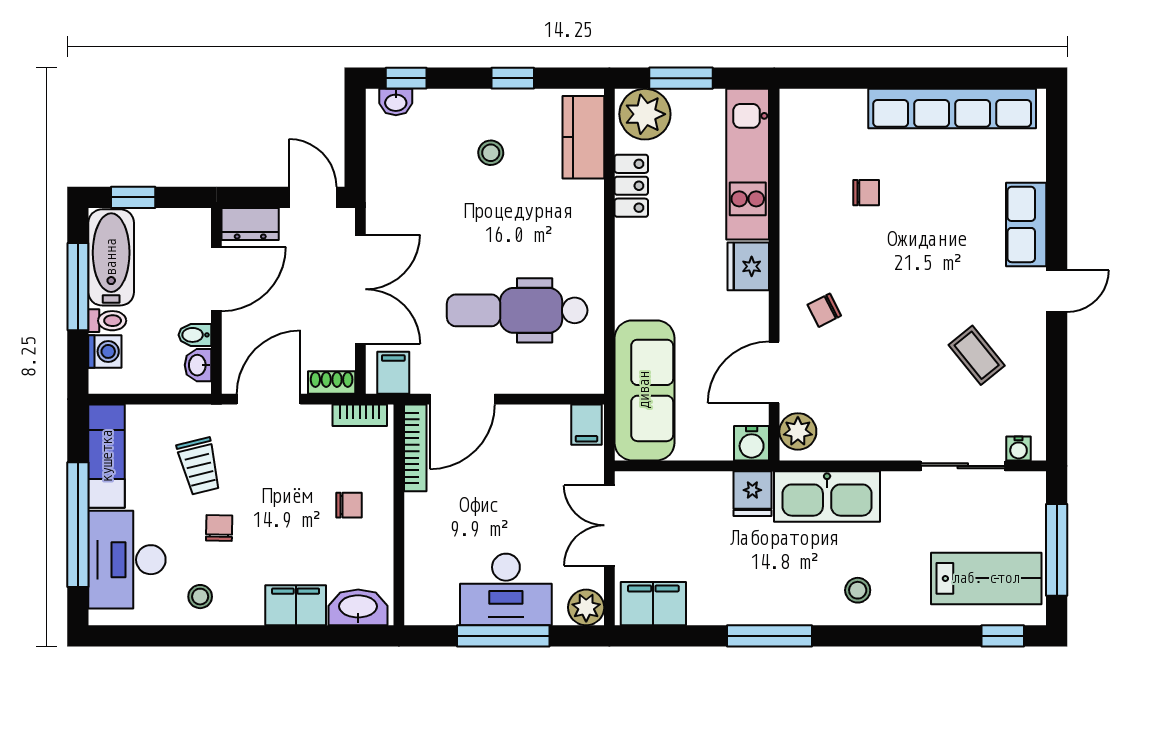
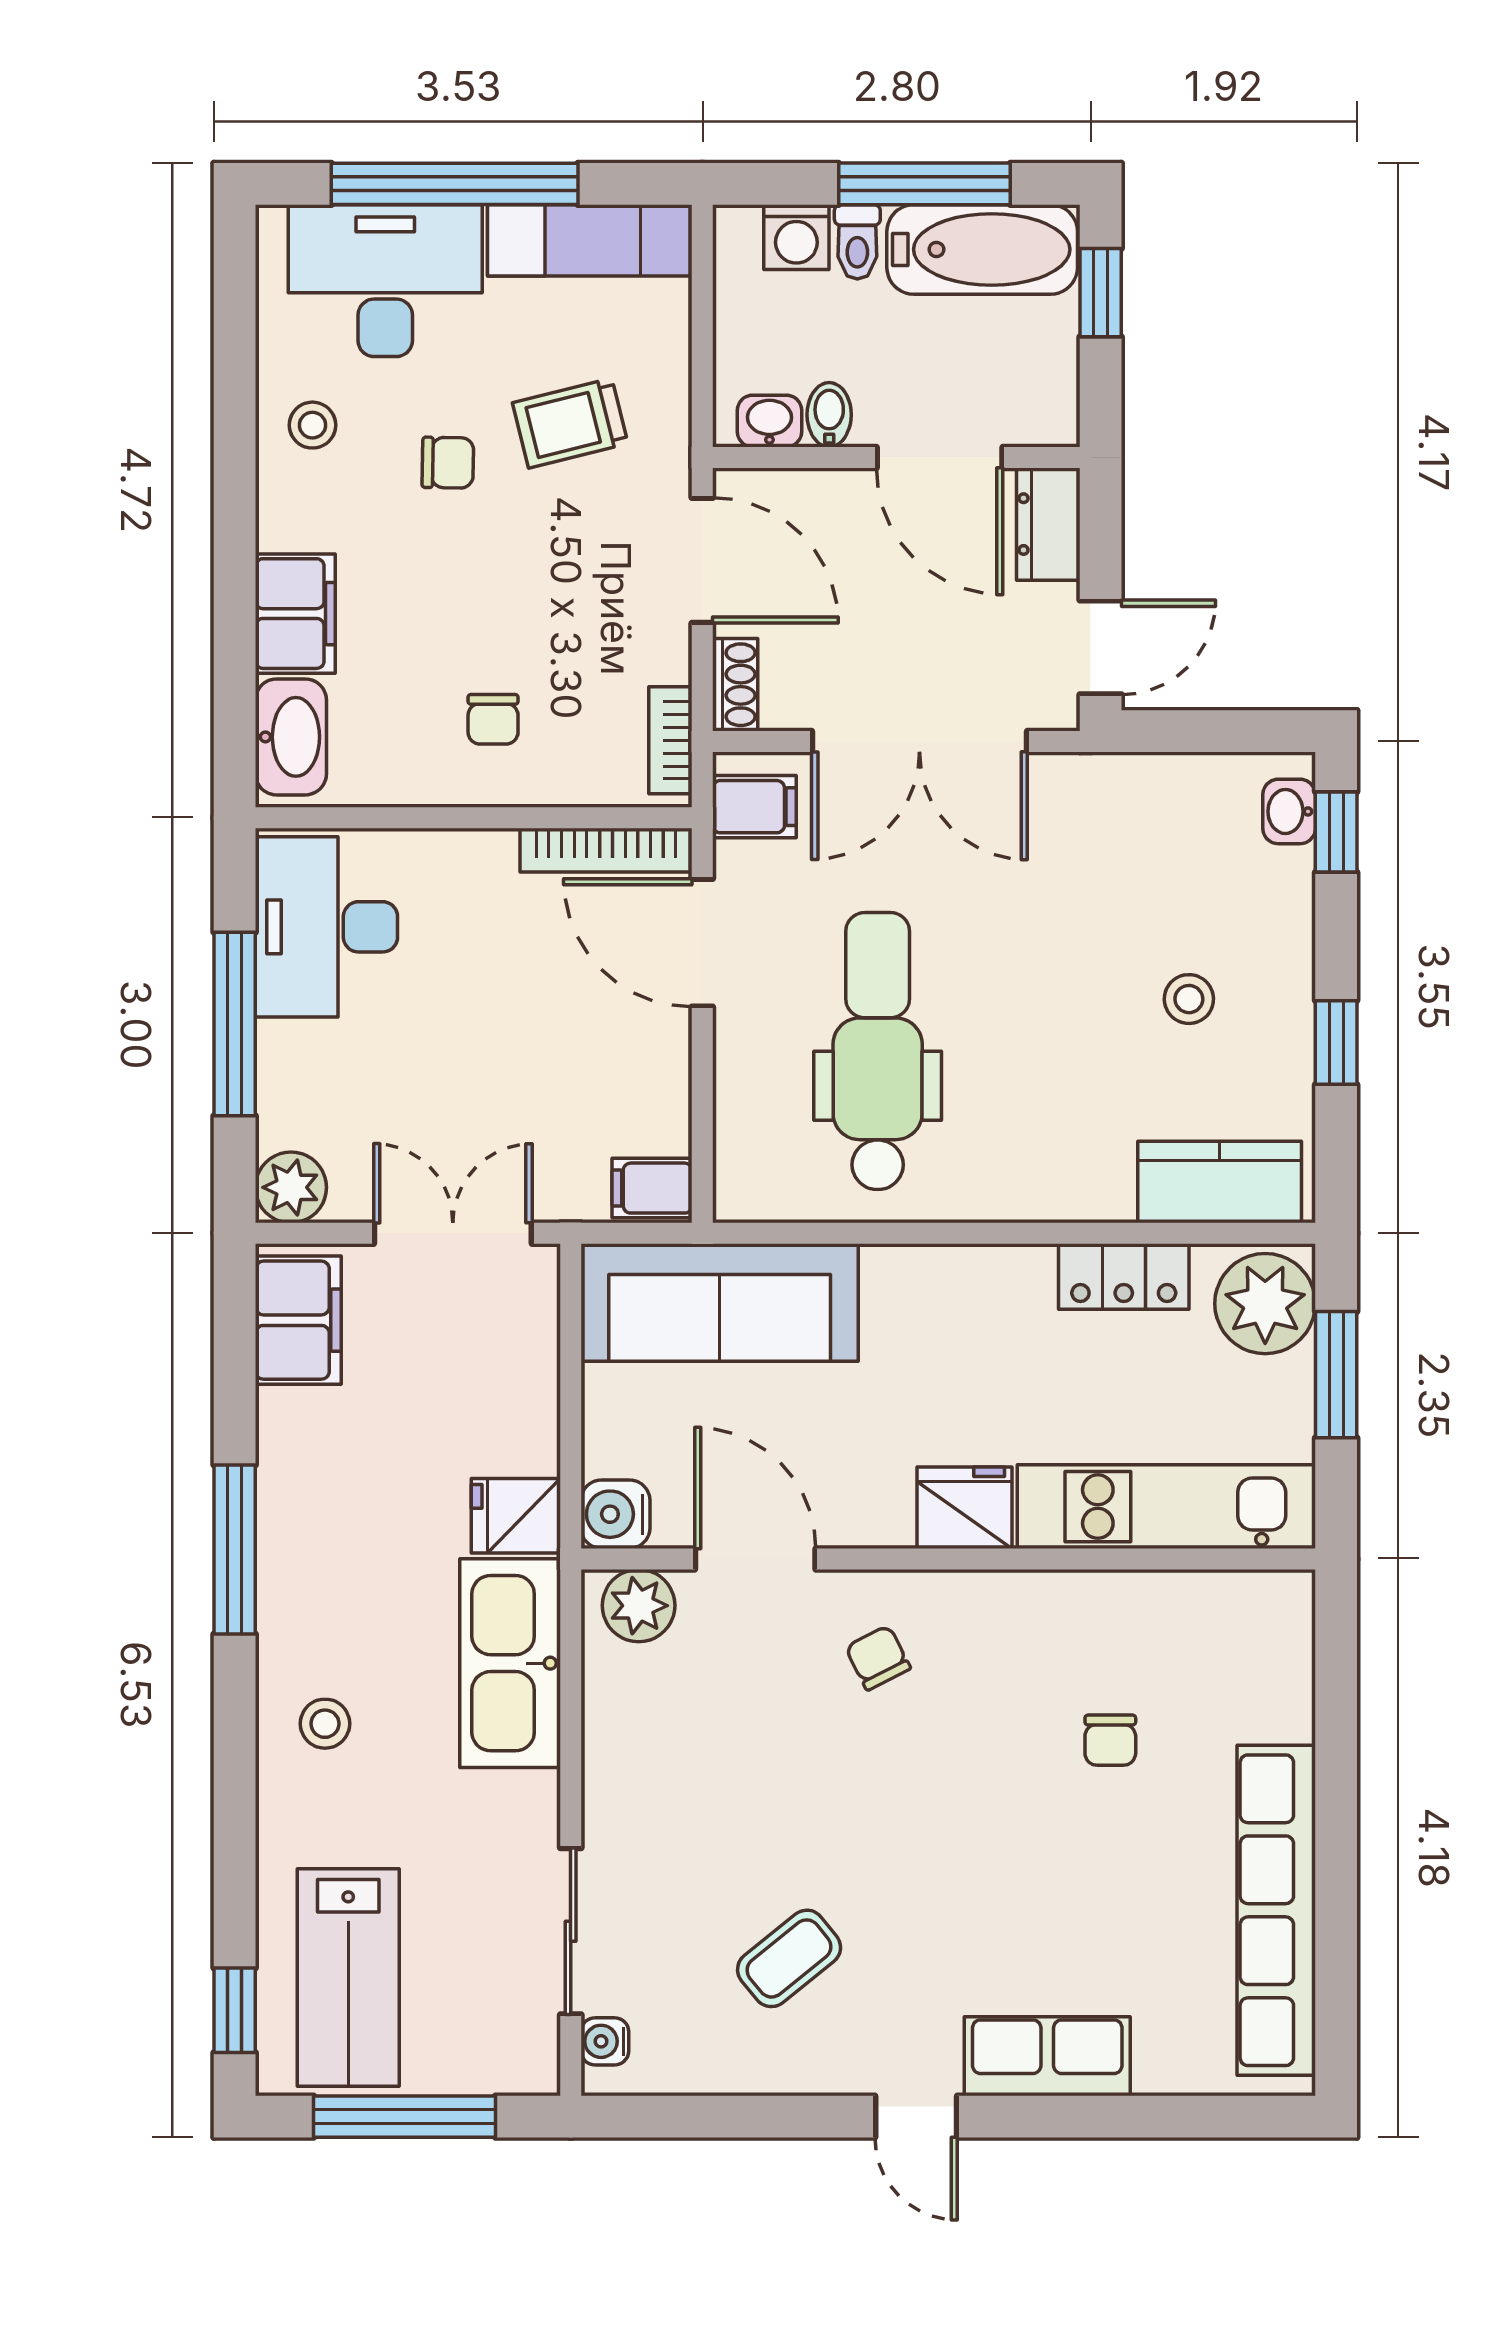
desk: (506, 589) -> (326, 927), moved

